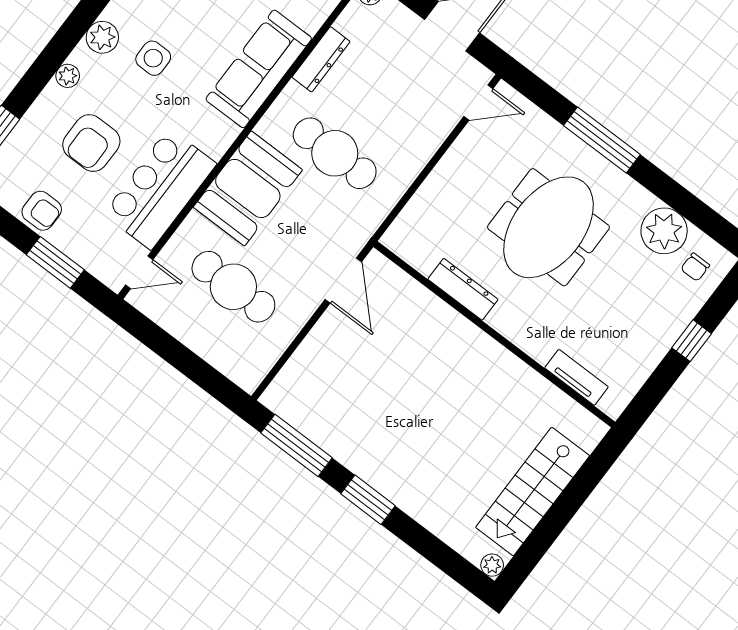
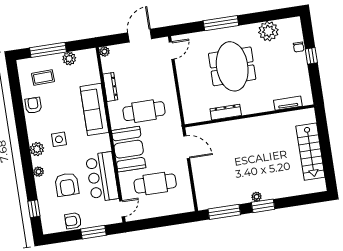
armchair: (42, 211) -> (73, 221), turned 180
chair: (695, 267) -> (299, 47), moved
plant: (492, 565) -> (256, 197), moved

